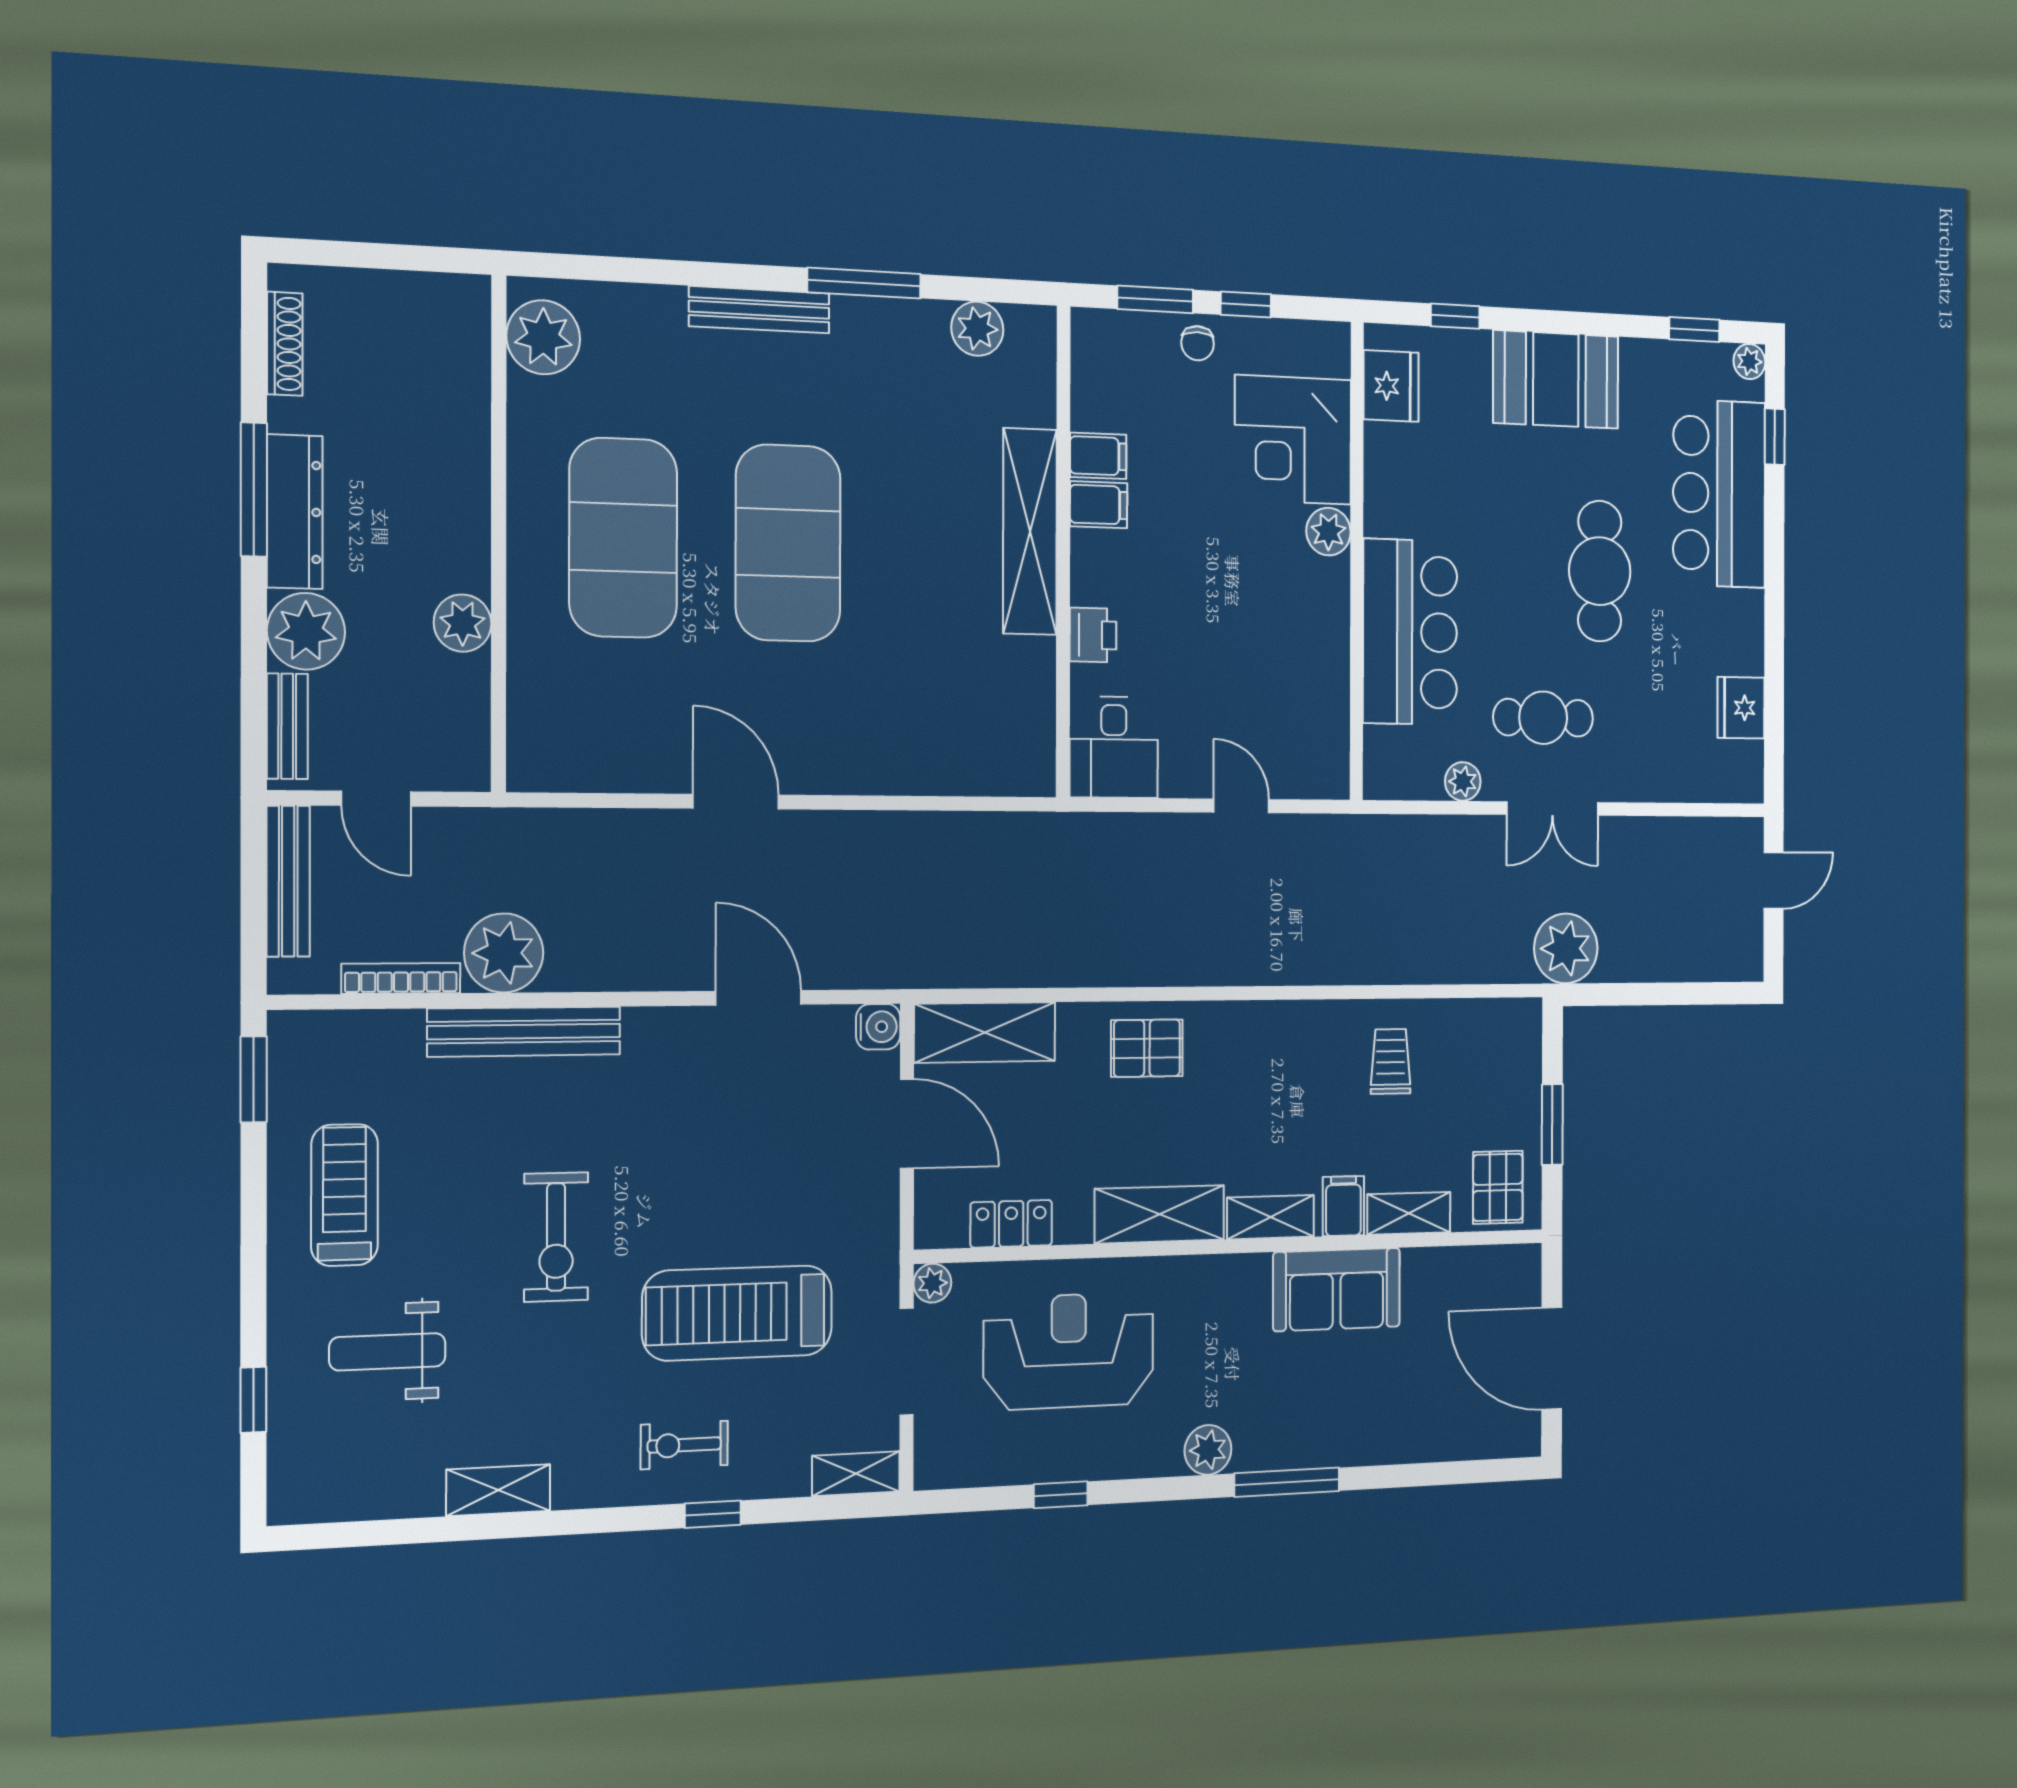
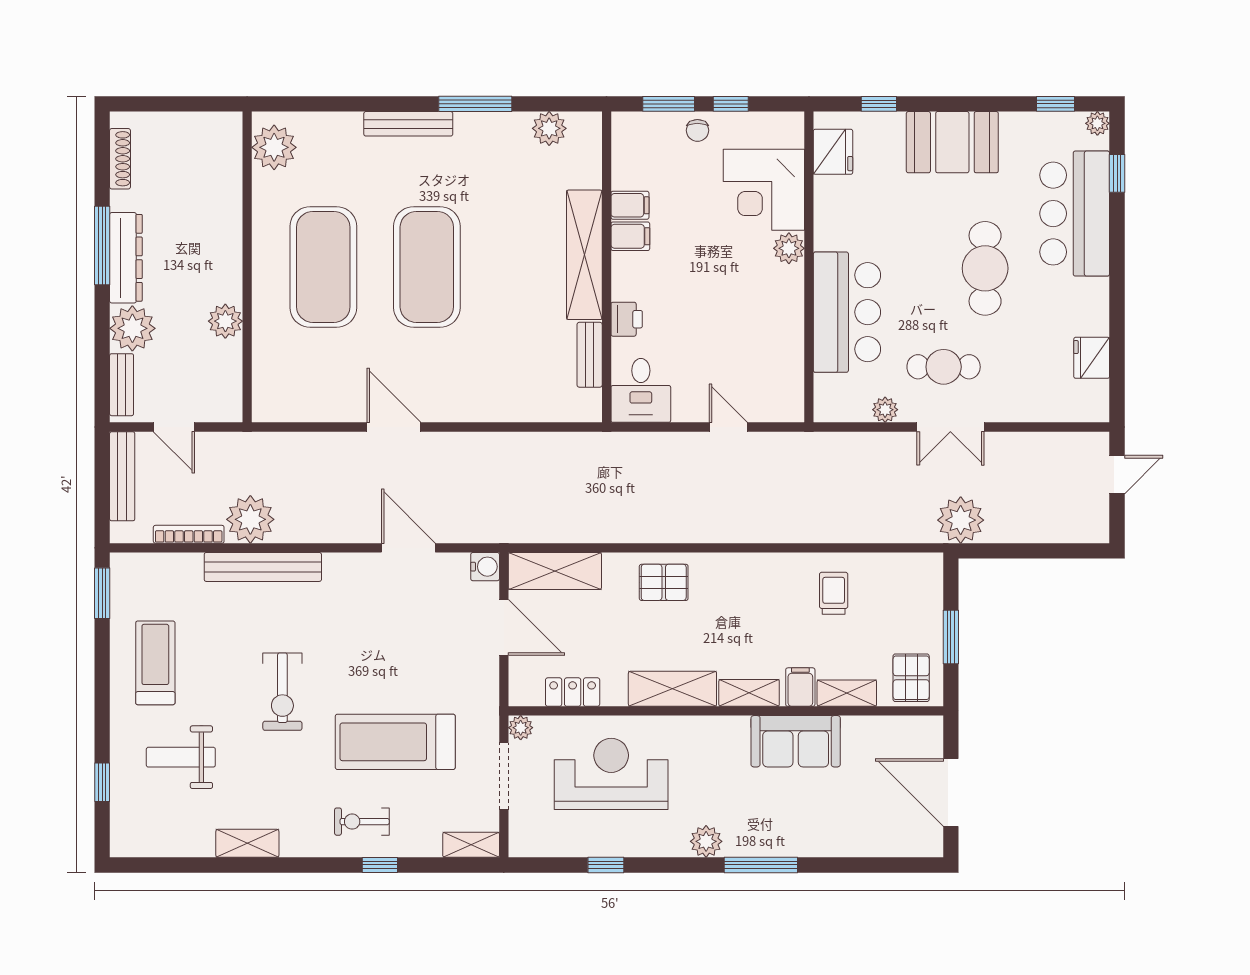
bench: (1038, 690) -> (590, 355), added

